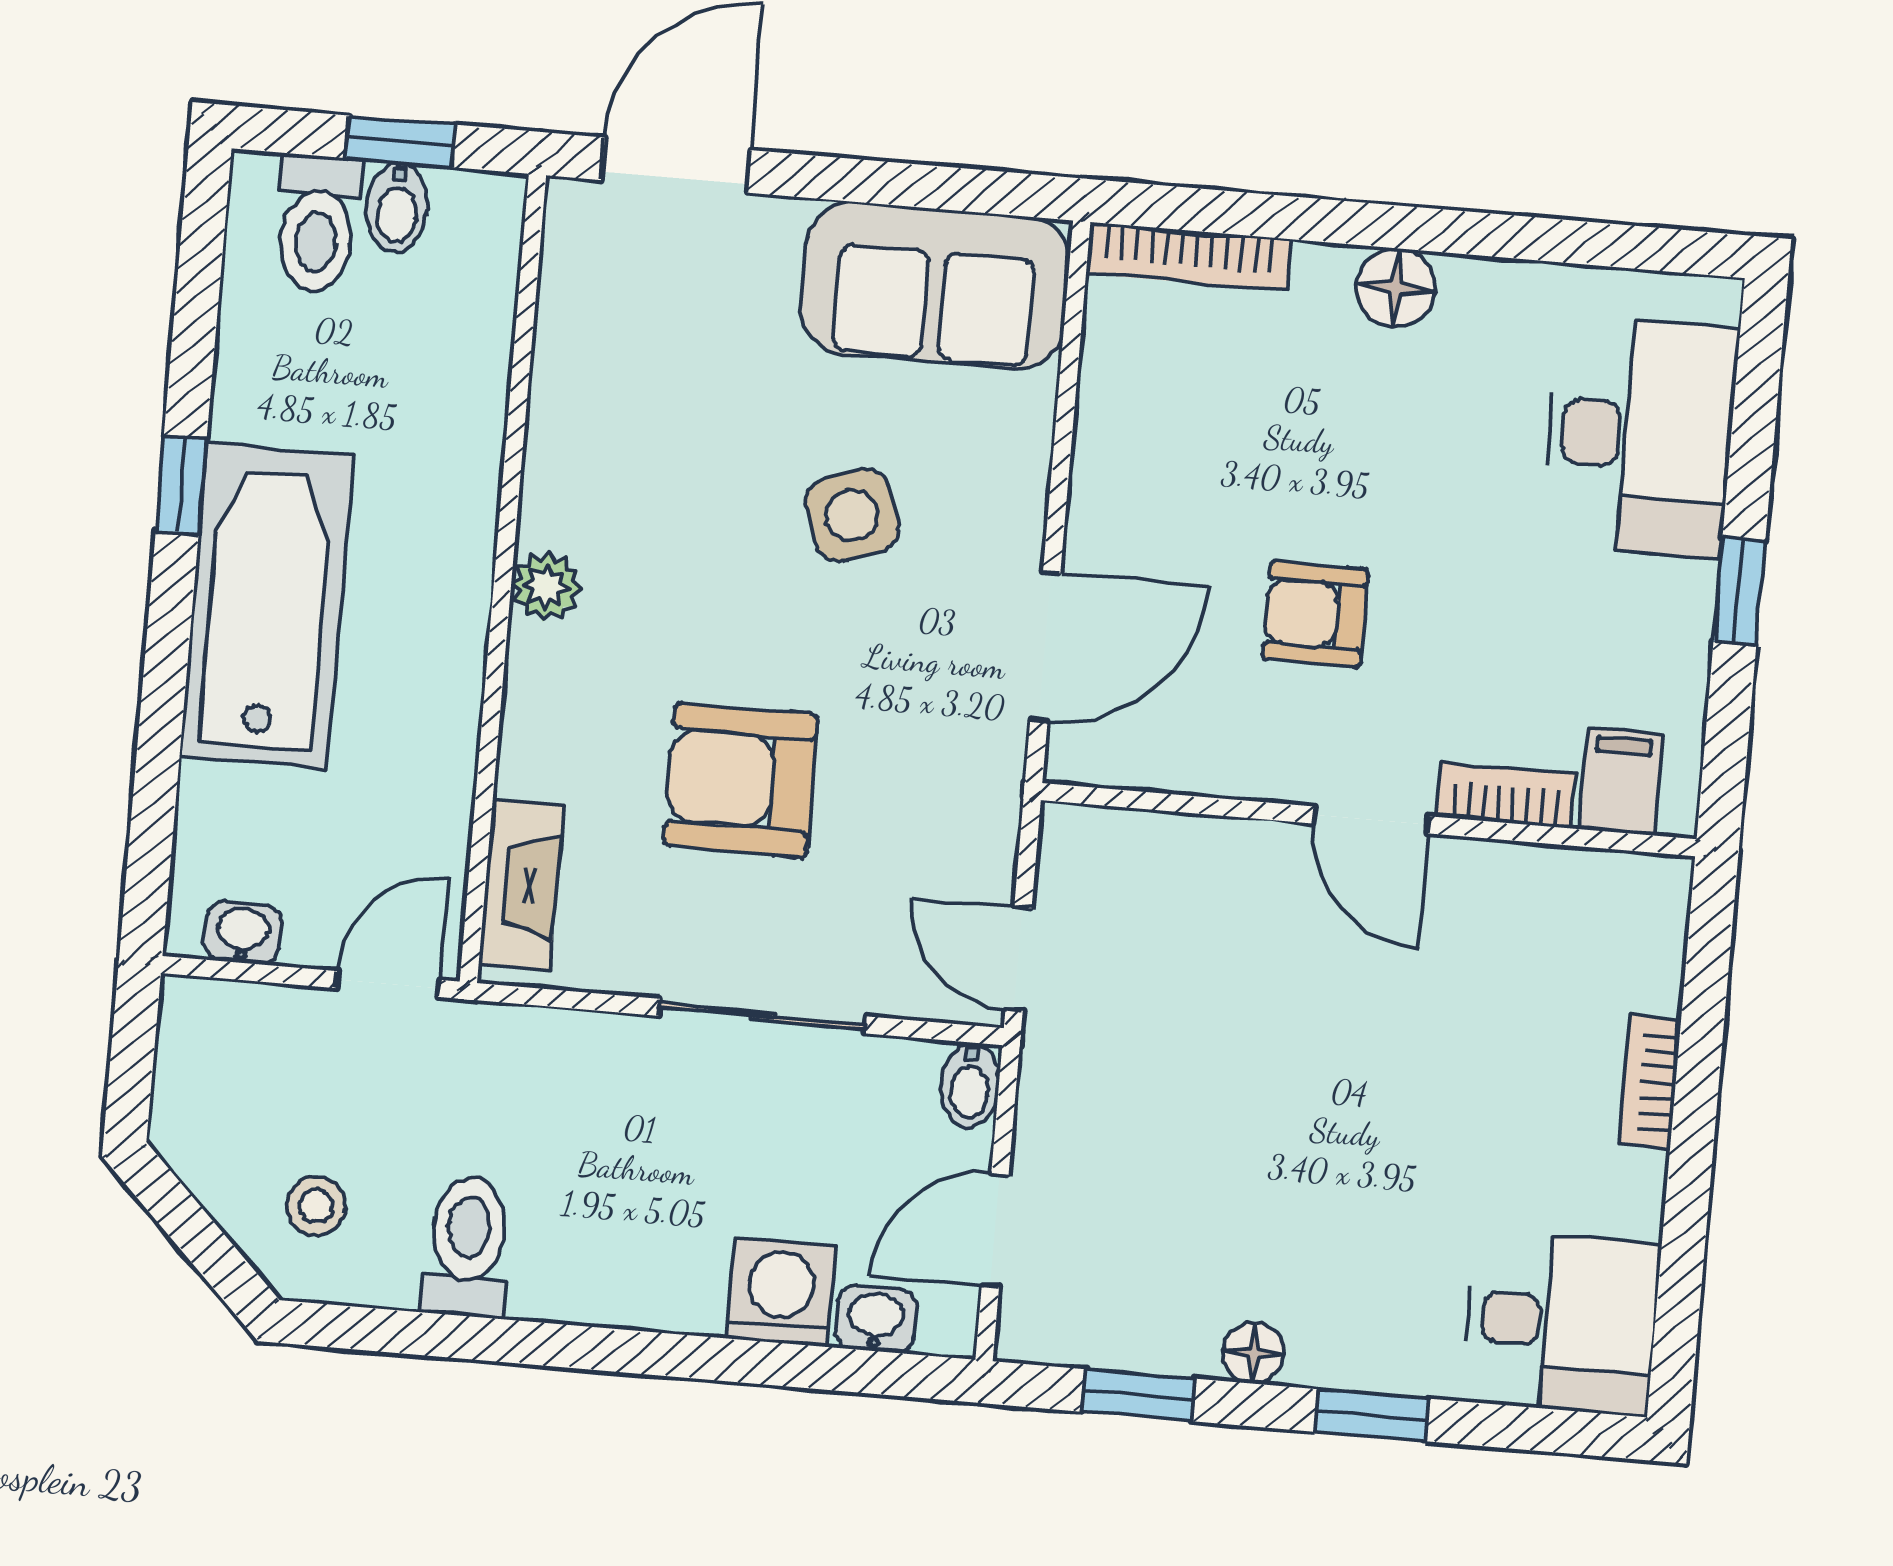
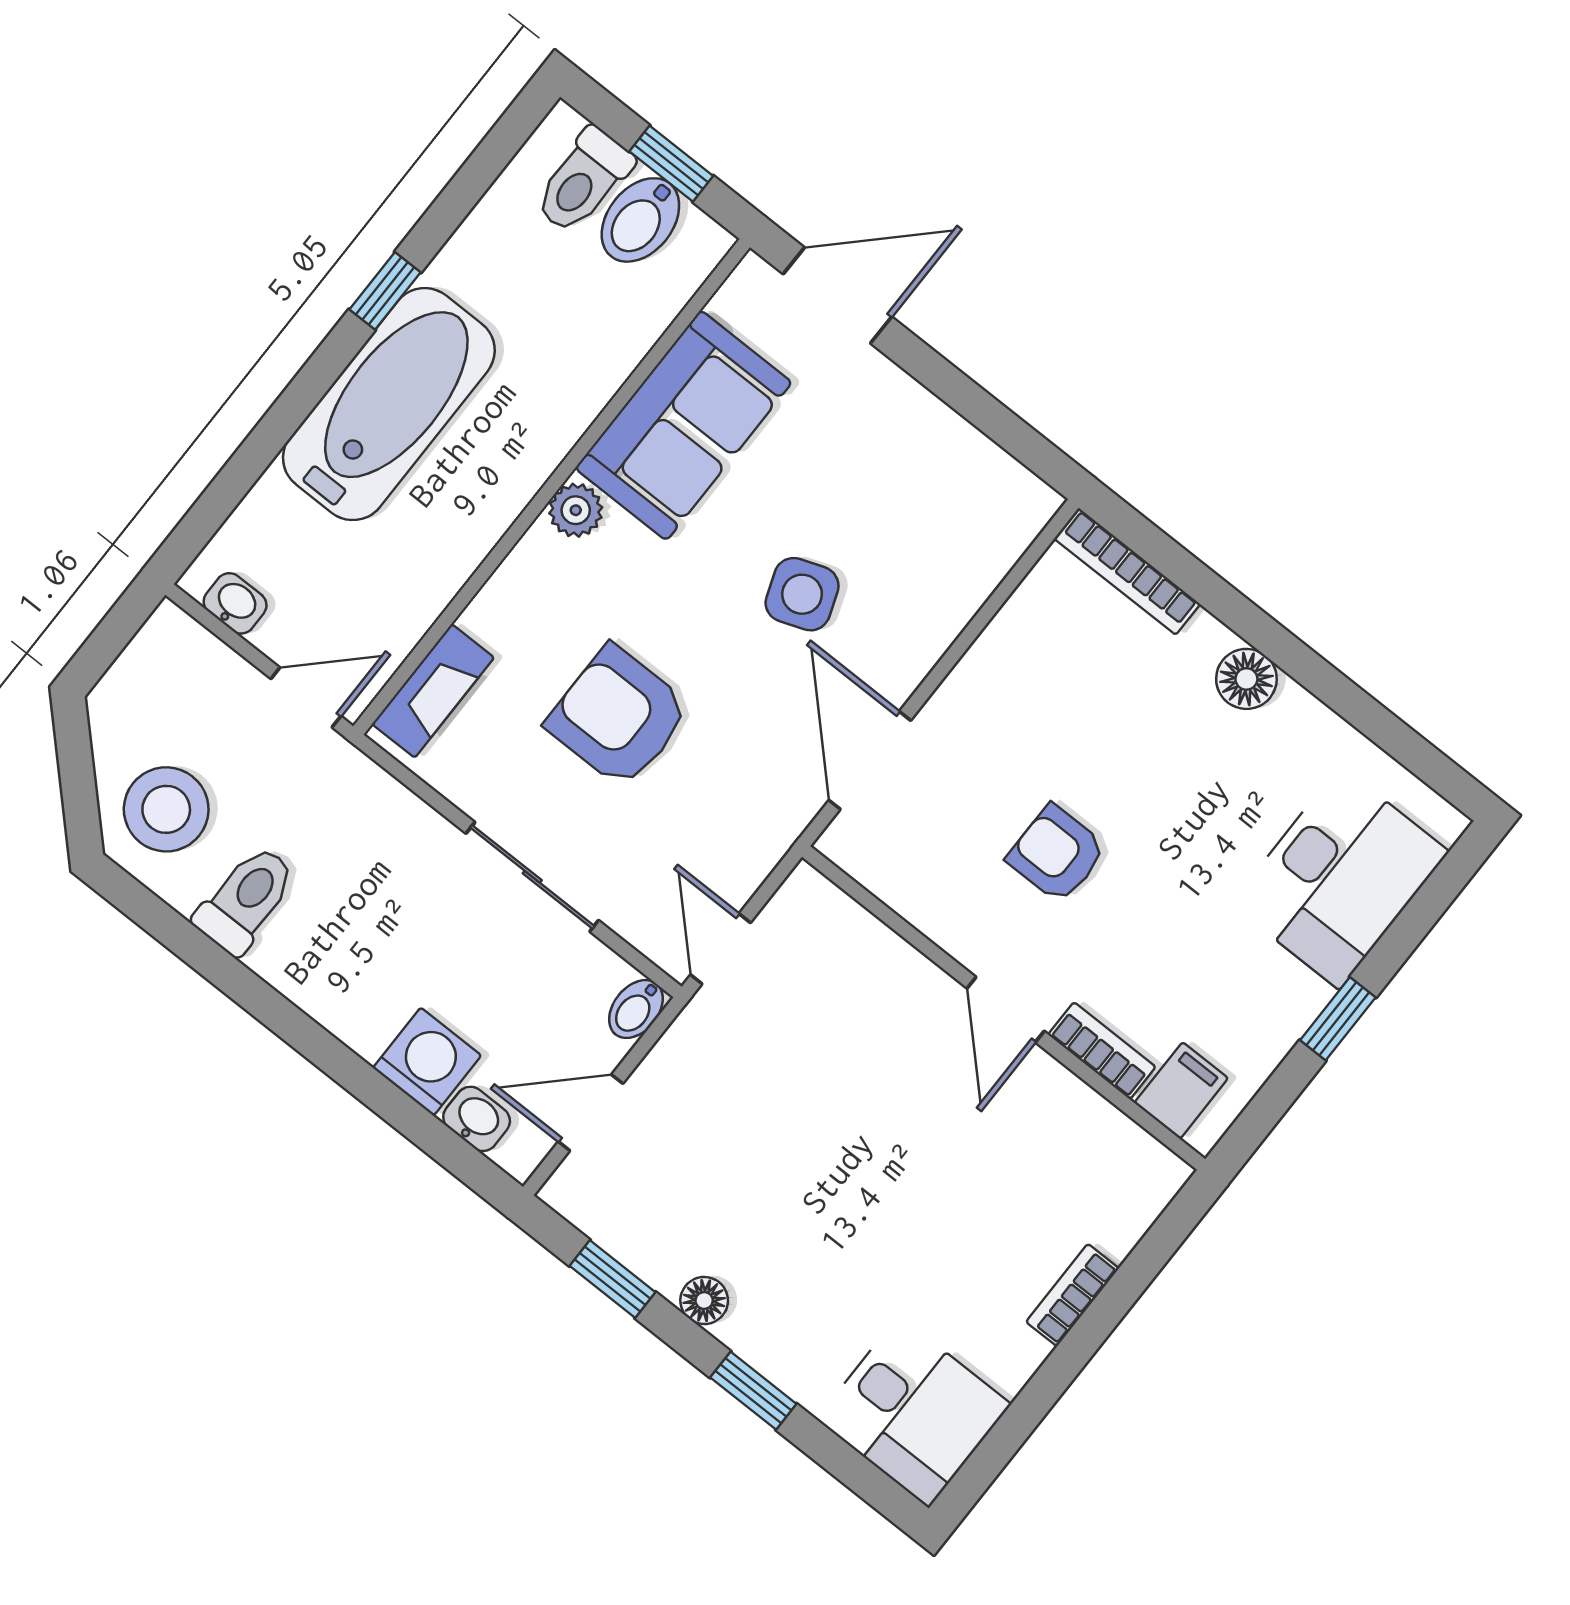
bidet: (397, 208) -> (640, 220), width x1.38, depth x1.36
sofa: (935, 285) -> (683, 425), moved, turned -90
door: (1045, 647) -> (870, 760), swing flipped
stool: (316, 1206) -> (166, 809), width x1.89, depth x1.89

